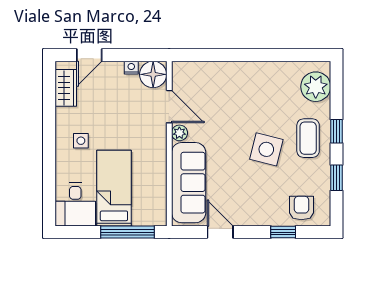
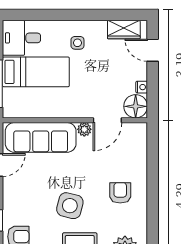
armchair: (252, 92) -> (120, 193), added

